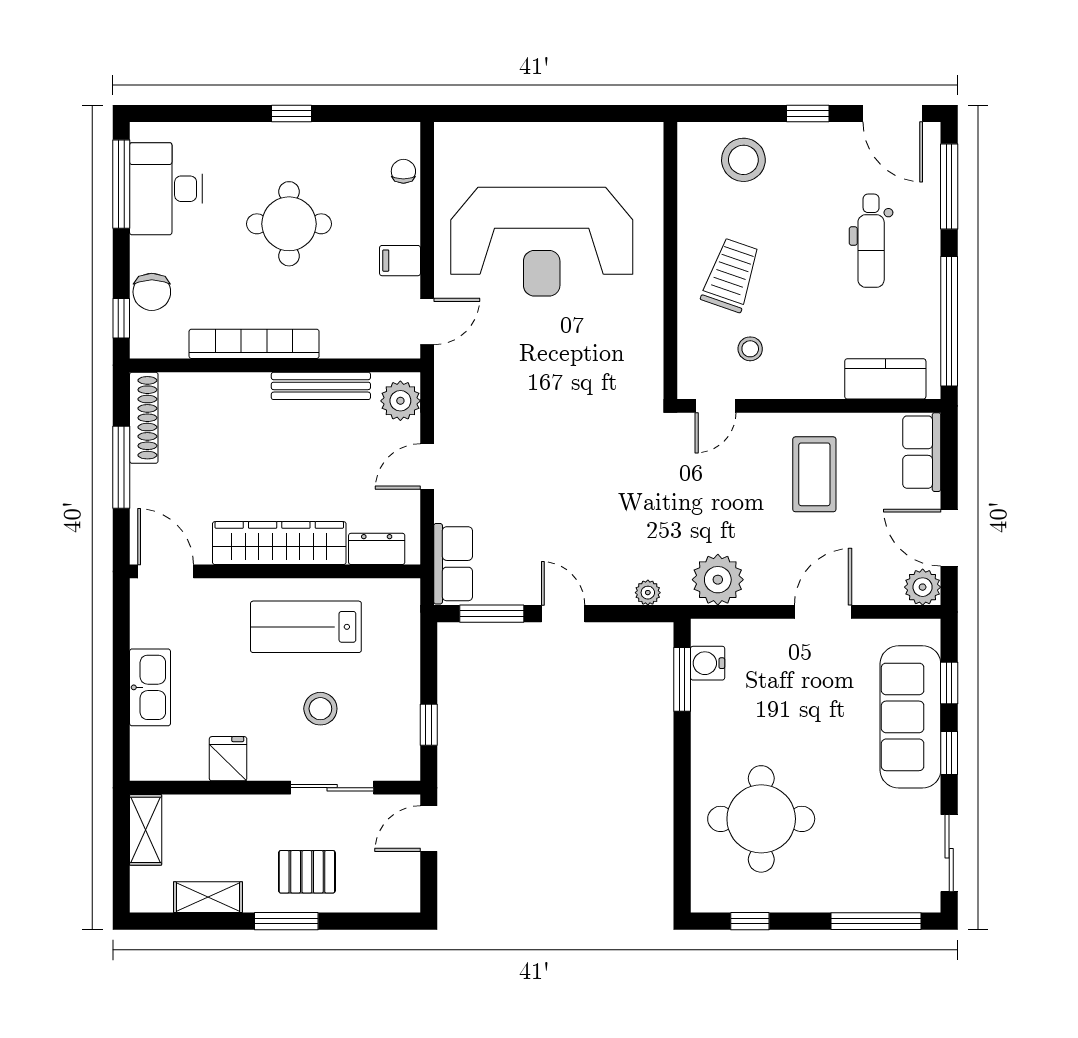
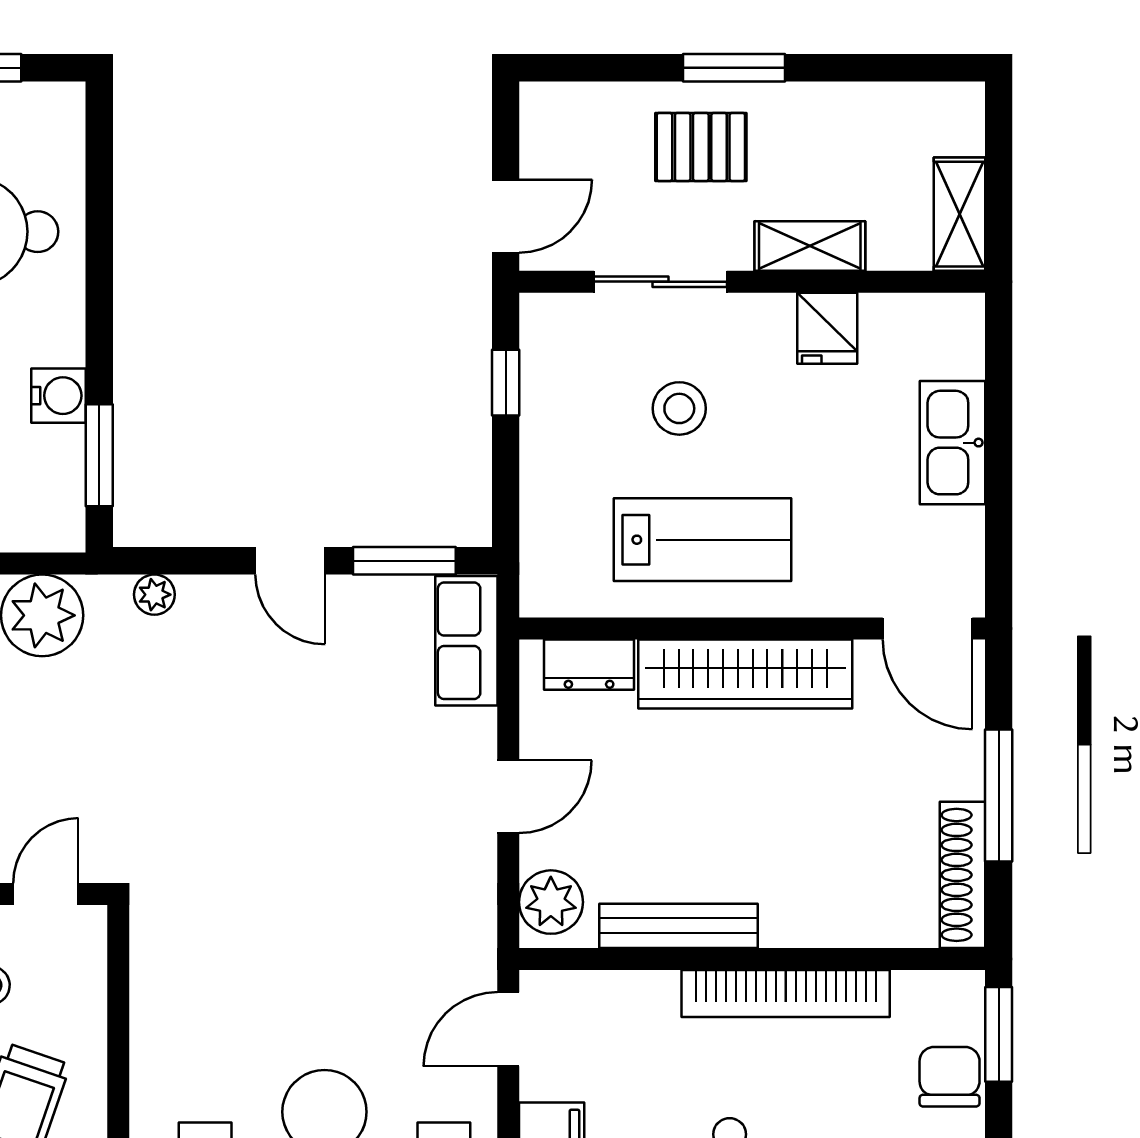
window: (121, 318) -> (999, 1034), width x1.50
water cooler: (708, 663) -> (59, 396), moved
shelving: (208, 897) -> (810, 246), moved

